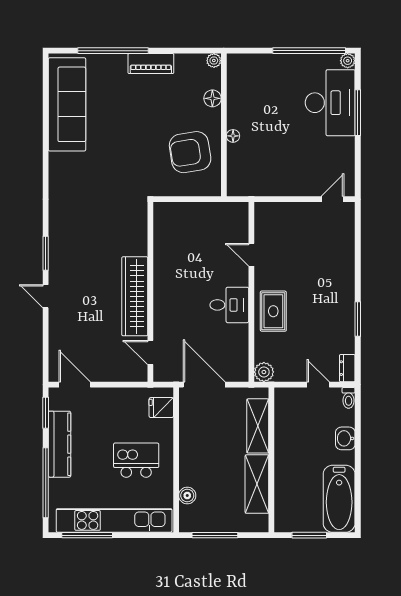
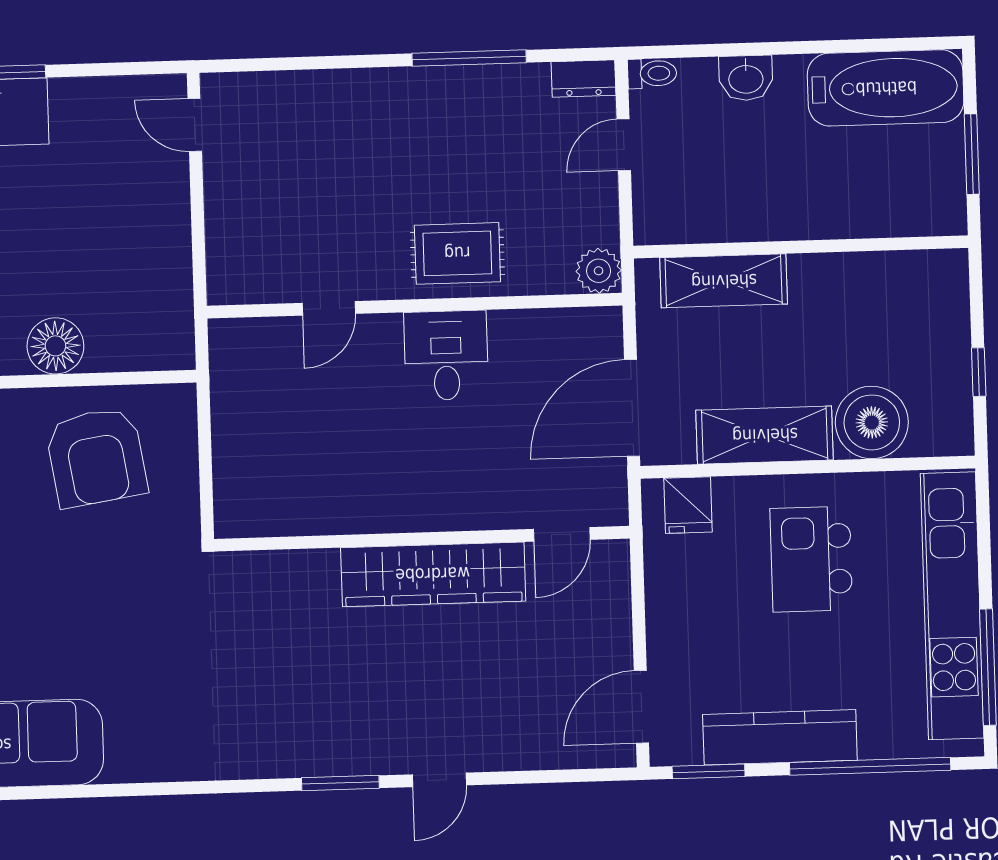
floor lamp: (233, 136) -> (55, 346), width x1.89, depth x1.89
window: (358, 319) -> (469, 58), width x1.44
shelving: (257, 484) -> (765, 435), moved
boiler: (187, 496) -> (872, 422), width x1.86, depth x1.86
window: (215, 535) -> (979, 372), width x0.46

